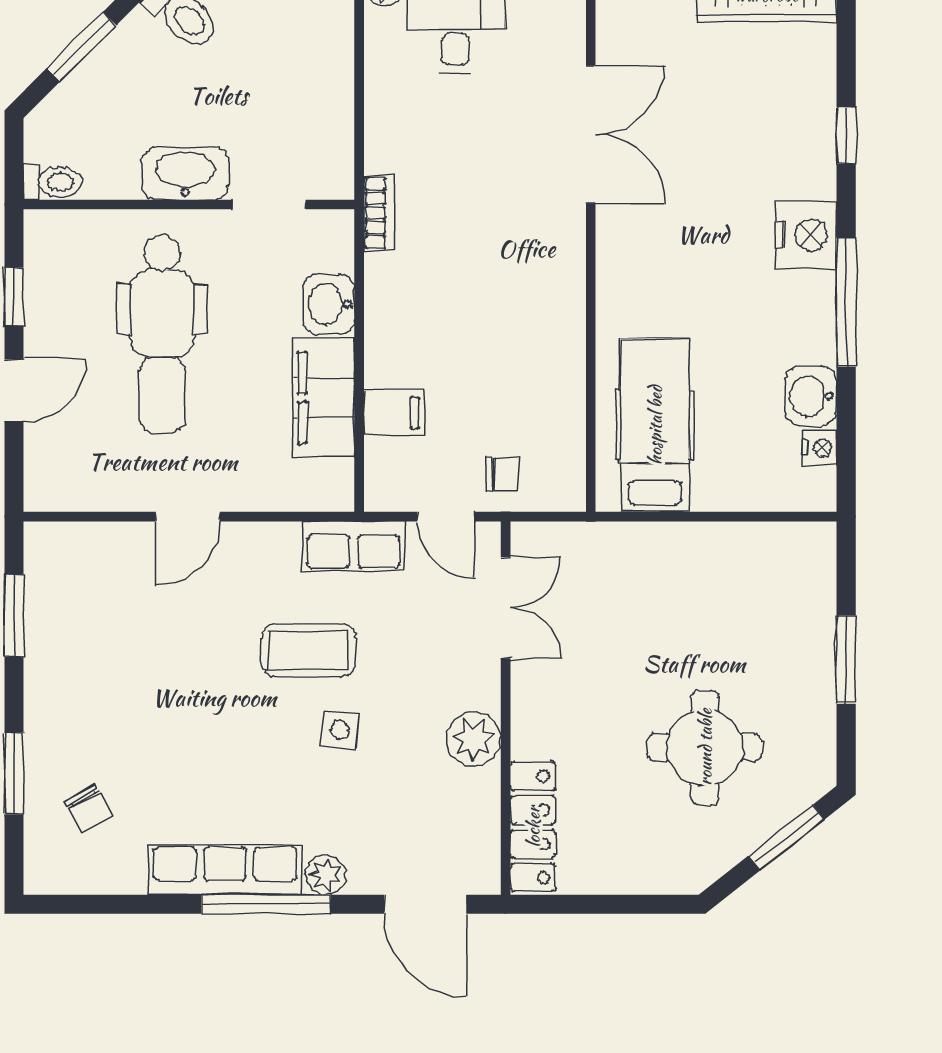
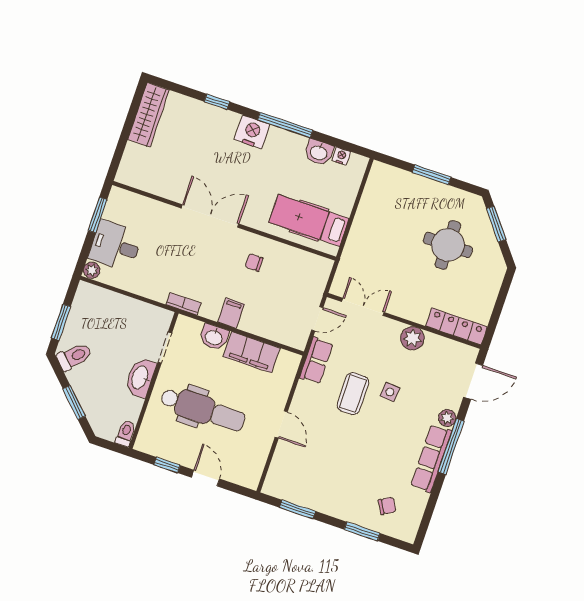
double door: (591, 134) -> (210, 216), moved
filing cabinet: (394, 413) -> (231, 313), moved
chair: (503, 474) -> (254, 262), moved, turned -90

